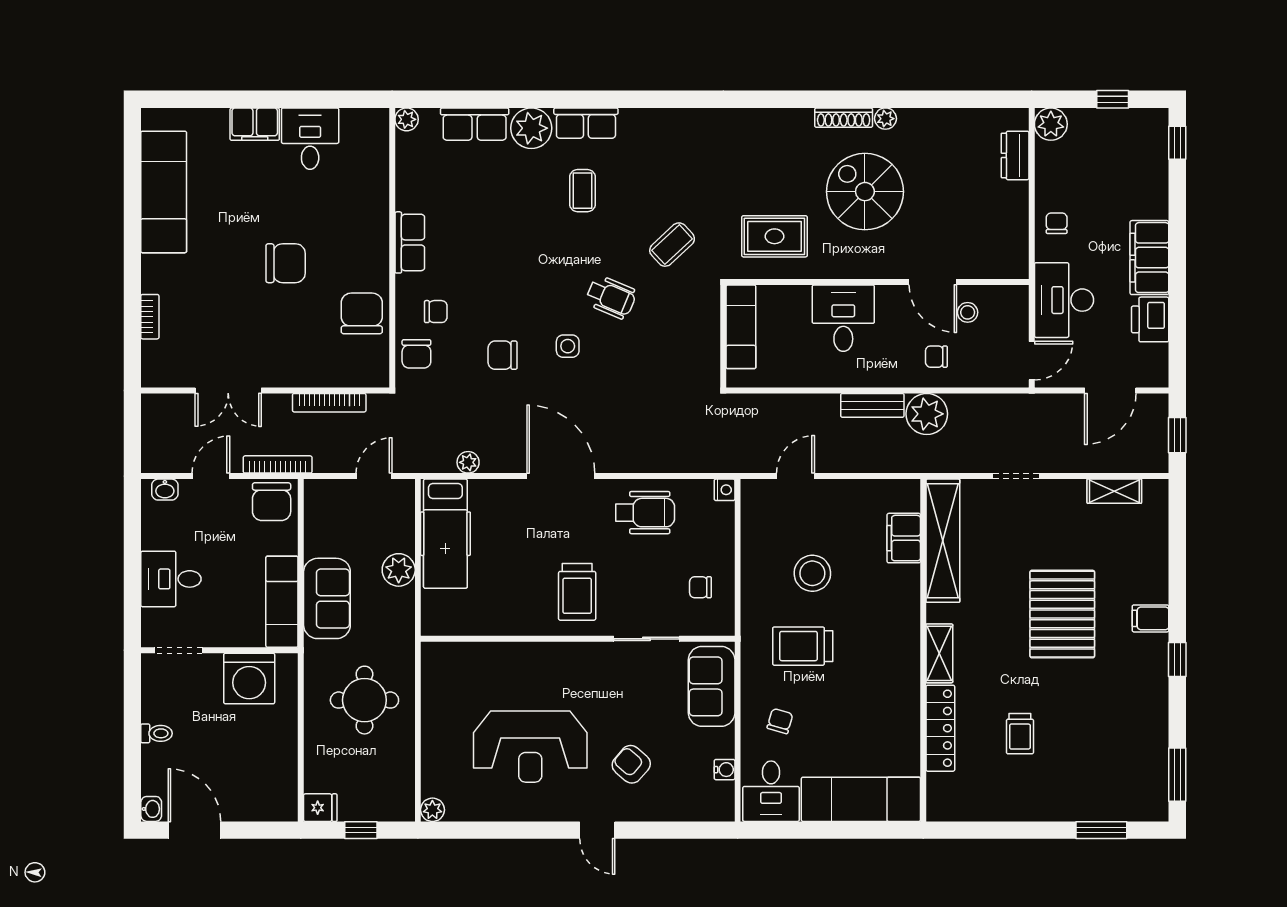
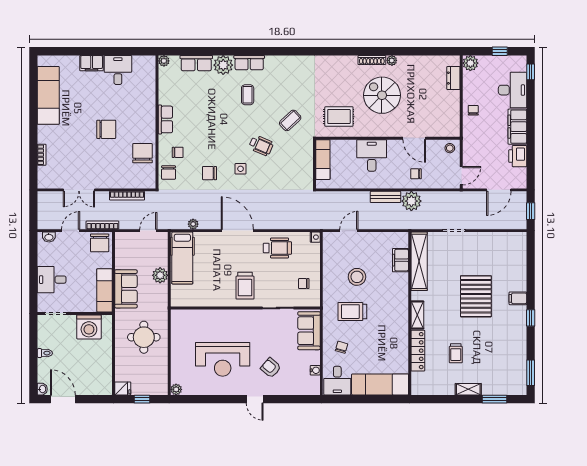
desk: (1064, 300) -> (513, 90), moved, turned 180
stool: (968, 312) -> (450, 148), moved
shelving: (1114, 491) -> (468, 389), moved

